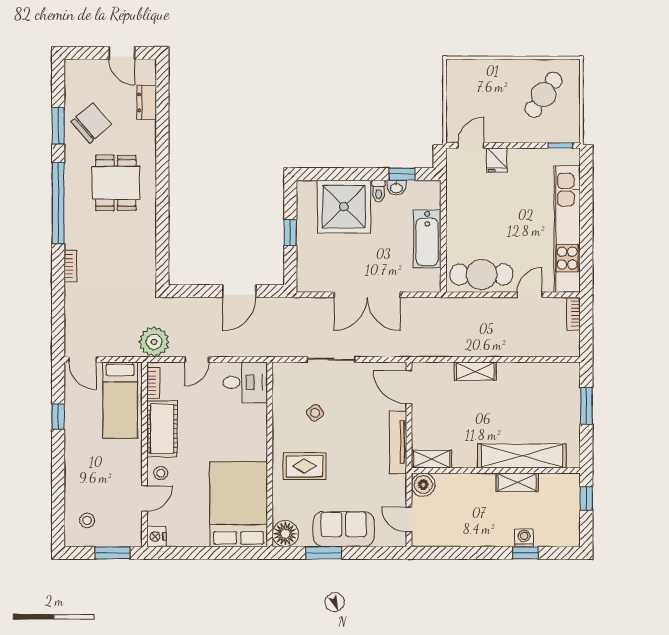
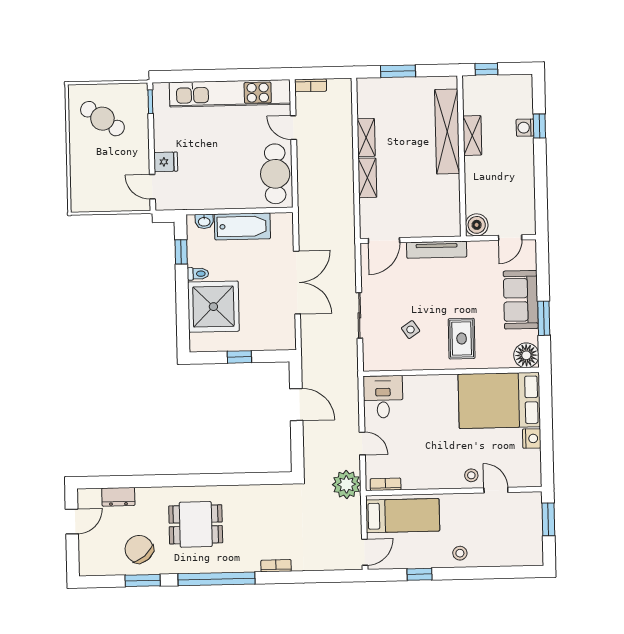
washbasin: (396, 188) -> (204, 221), moved, turned 90
cot: (162, 429) -> (429, 475), removed
shelving: (431, 459) -> (366, 138), moved
stool: (87, 520) -> (460, 553), moved
nightstand: (156, 536) -> (532, 438), moved, turned -90

